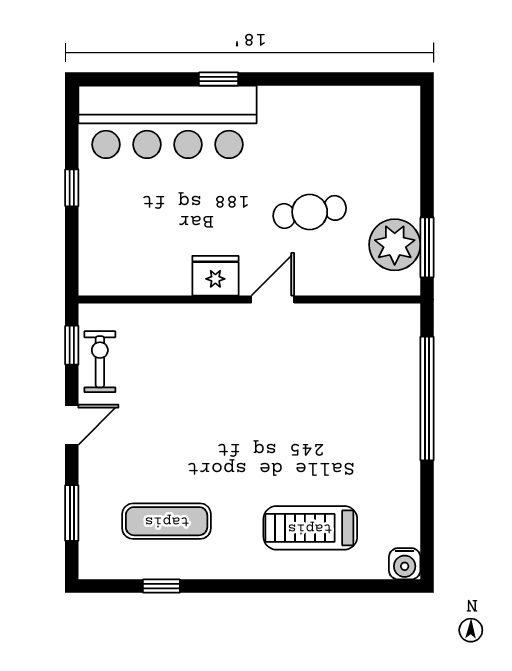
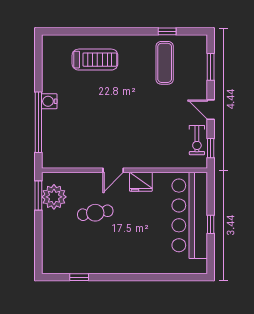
window: (219, 79) -> (79, 277), moved
bar counter: (167, 122) -> (190, 215), moved, turned -90
door: (72, 425) -> (211, 110), hinge flipped
exercise mat: (167, 521) -> (165, 63), turned 90
water cooler: (405, 564) -> (49, 101), moved, turned -90

